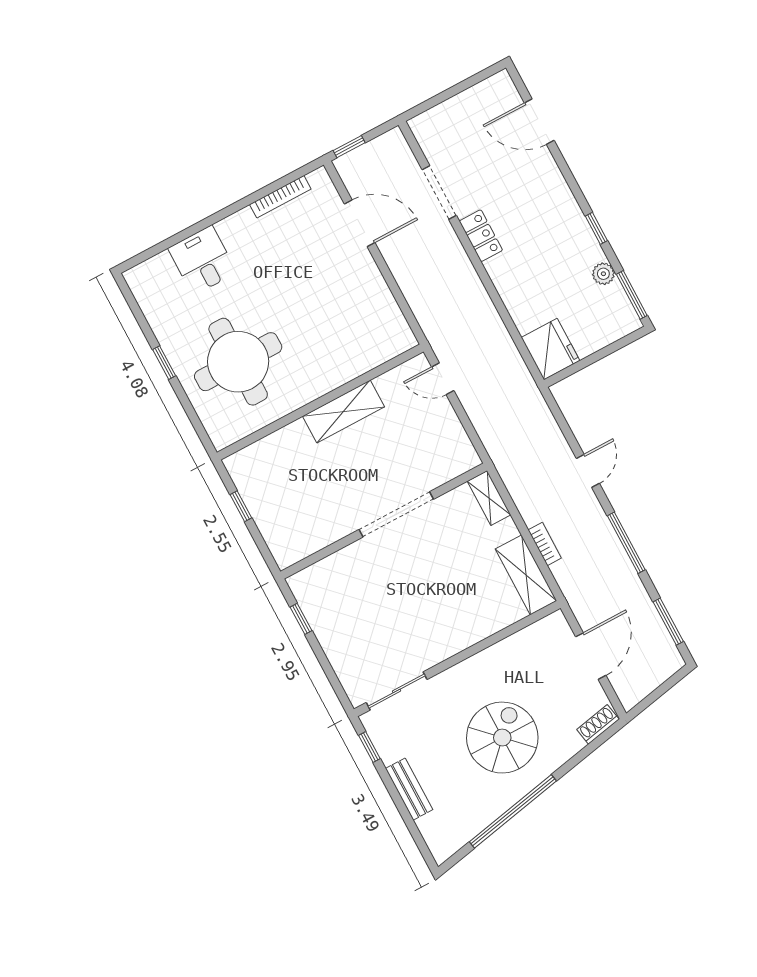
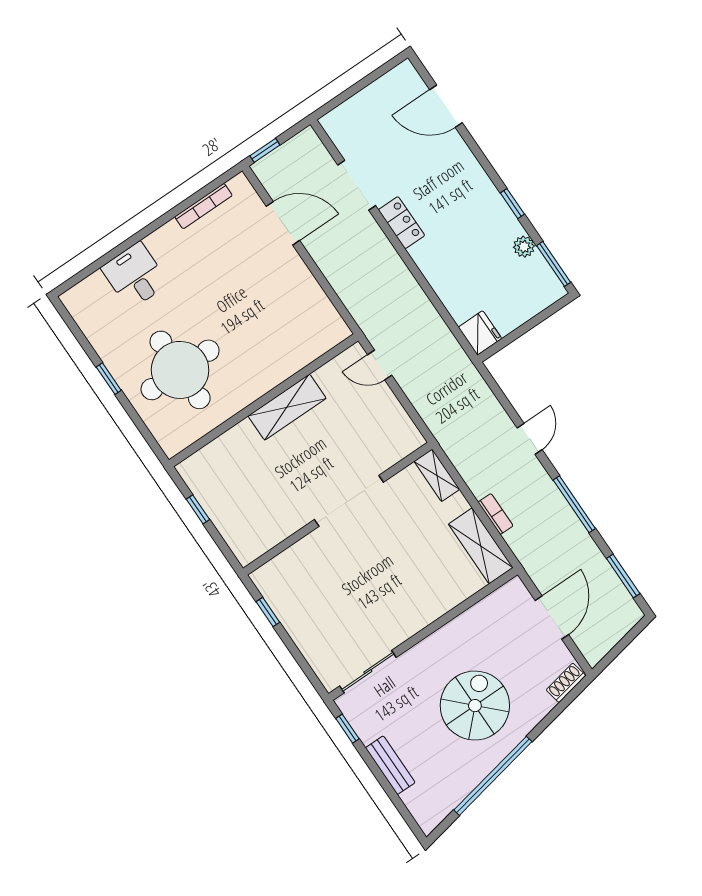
fridge: (551, 349) -> (480, 333), width x0.73, depth x0.75

